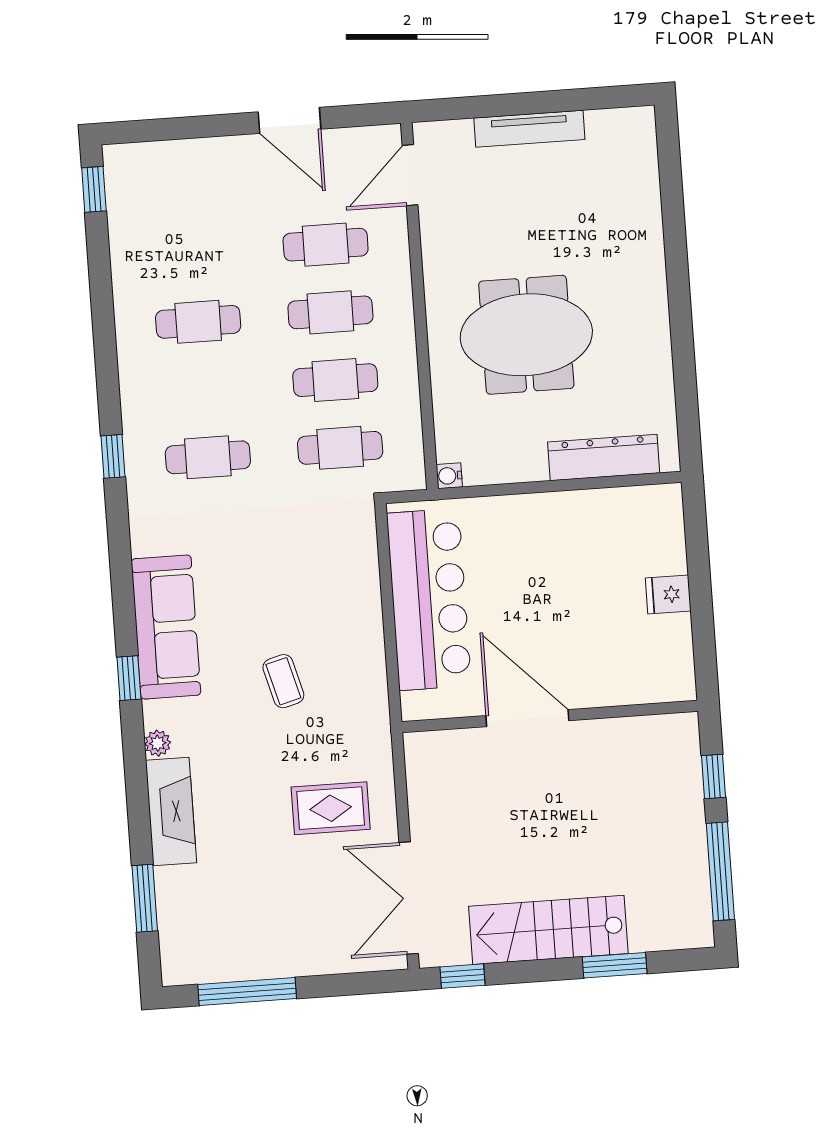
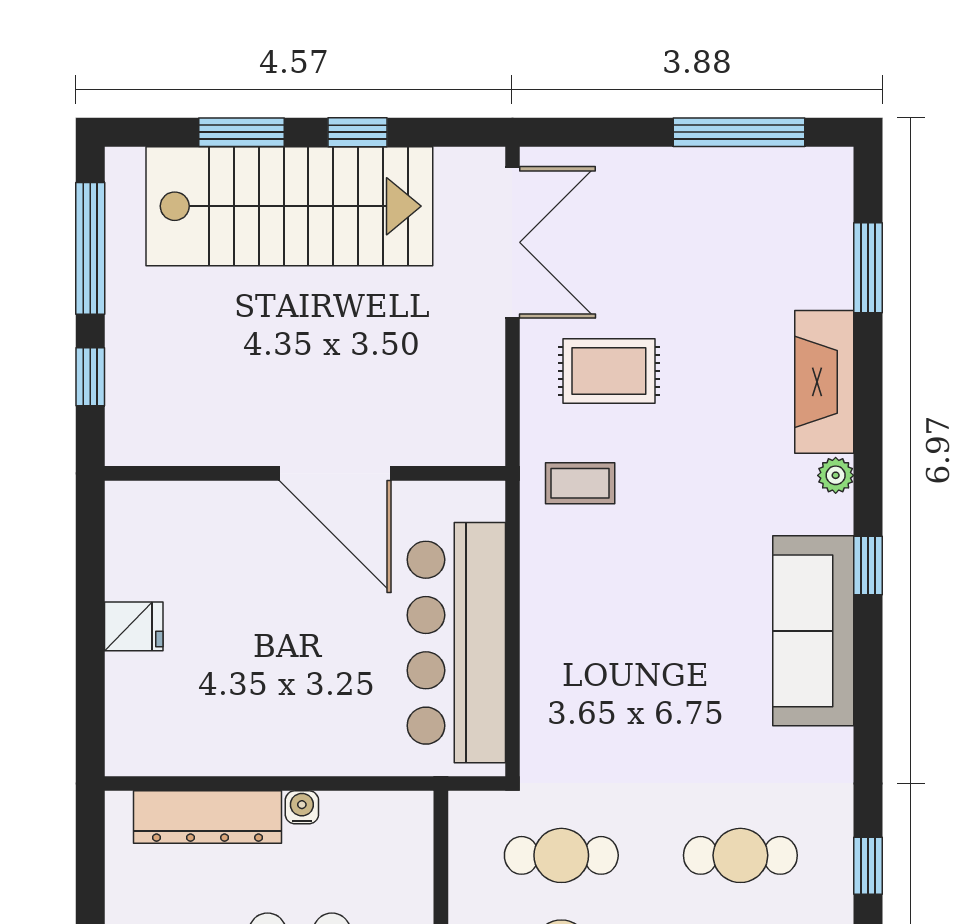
water cooler: (449, 476) -> (302, 807), moved, turned -90
coffee table: (283, 681) -> (580, 483), moved, turned -75
stairs: (548, 930) -> (289, 206), width x1.36, depth x1.51
window: (462, 976) -> (357, 132), moved

